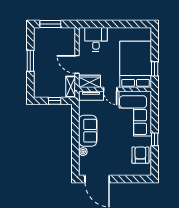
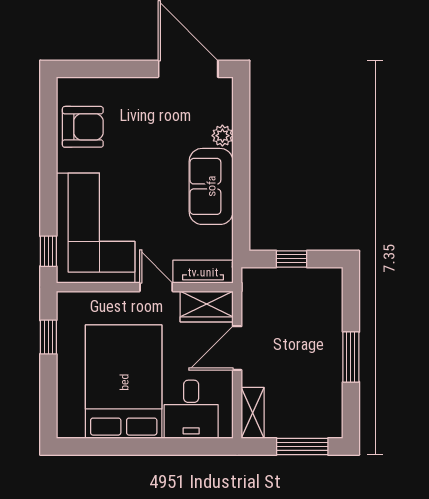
door: (77, 64) -> (237, 348), swing flipped
bed: (136, 64) -> (124, 382), moved, turned 180
shelving: (71, 87) -> (253, 413), moved
window: (155, 139) -> (48, 251), moved
armchair: (140, 155) -> (83, 127), turned -90

